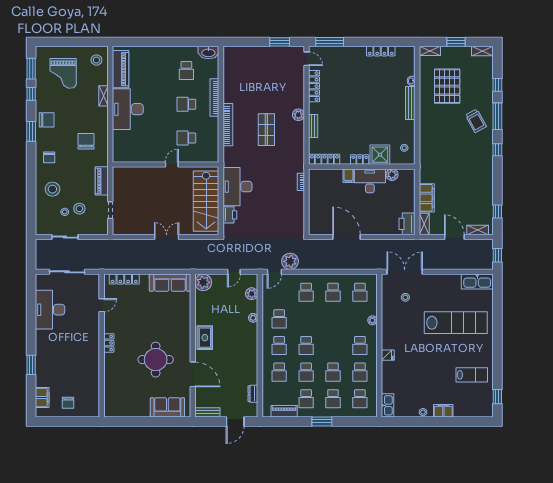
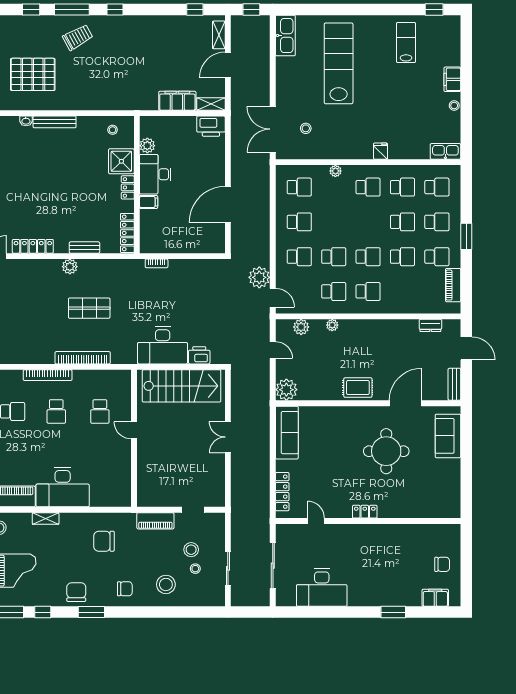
school desk: (279, 372) -> (334, 257), moved

